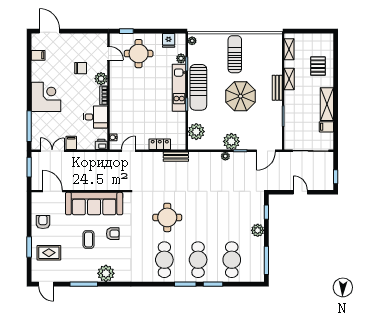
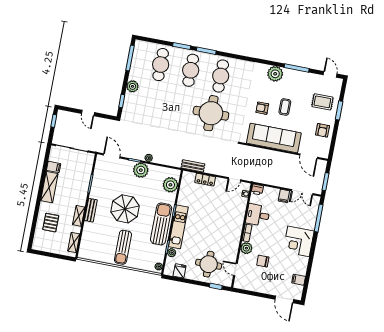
door: (266, 151) -> (112, 156), hinge flipped
round table: (167, 217) -> (211, 113), width x1.36, depth x1.36

